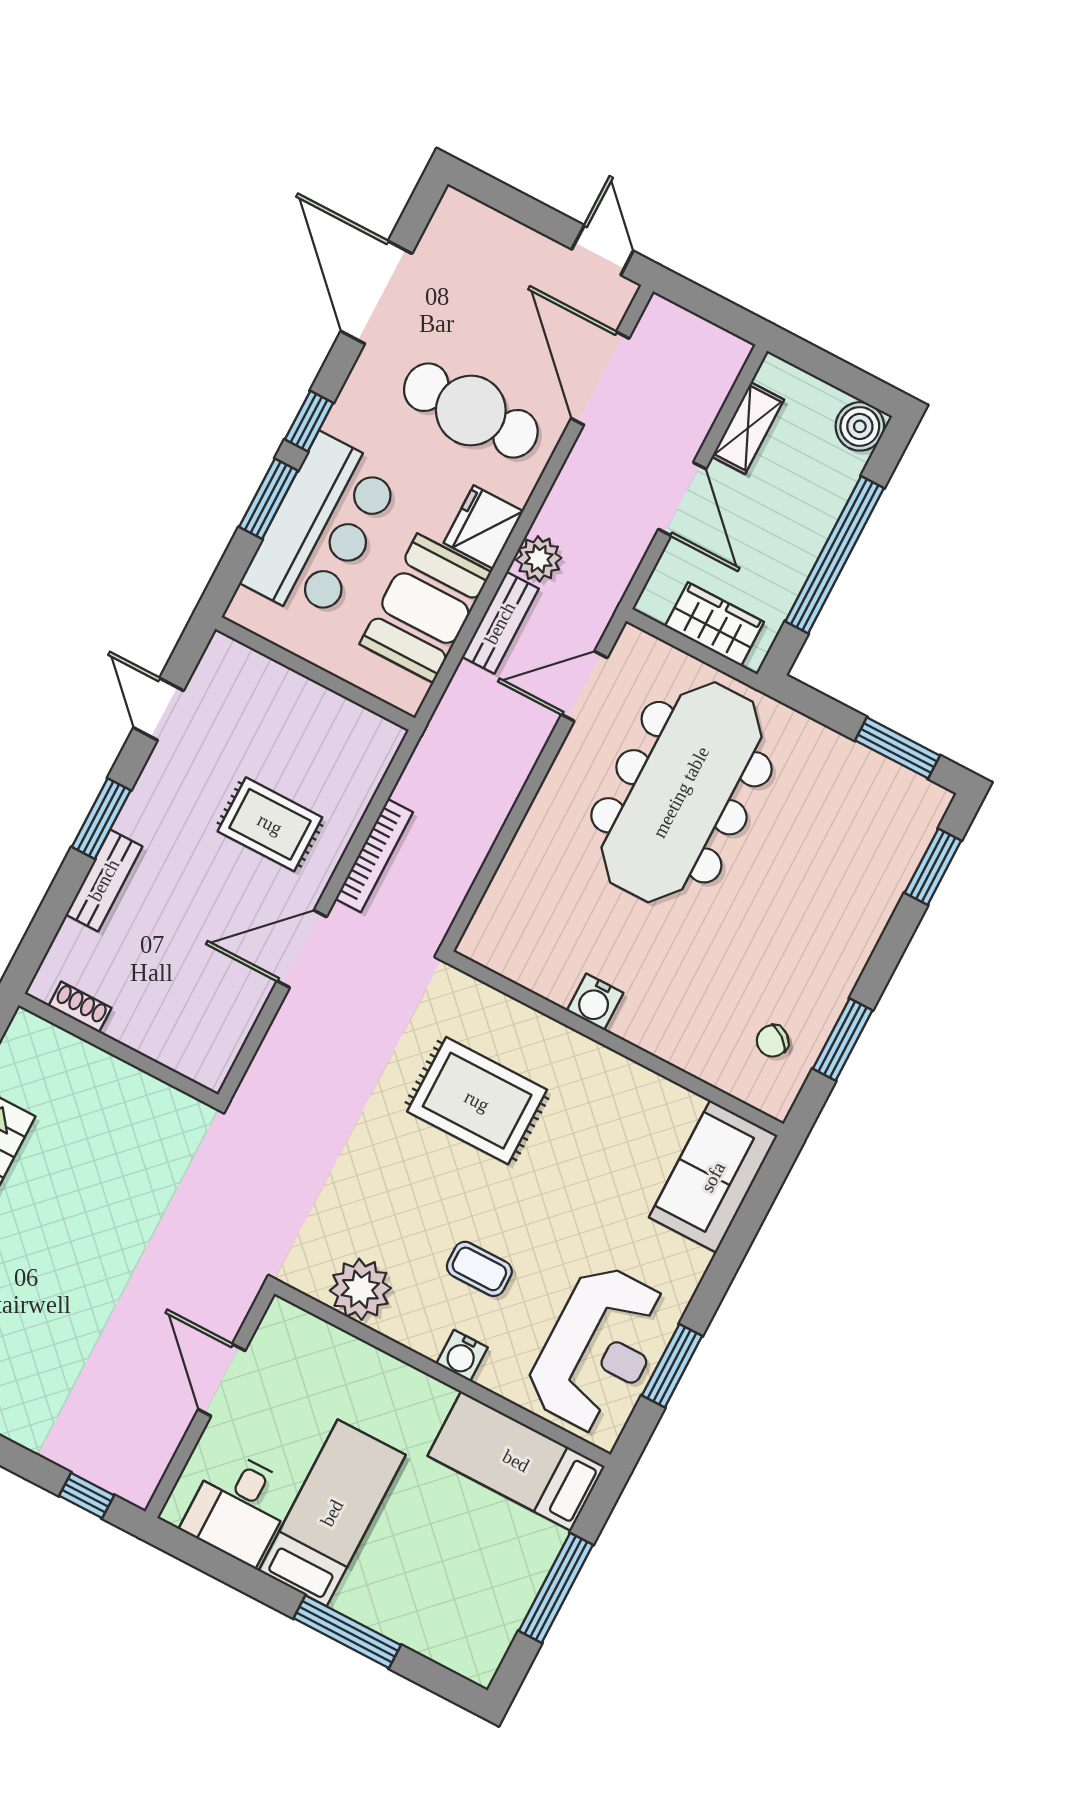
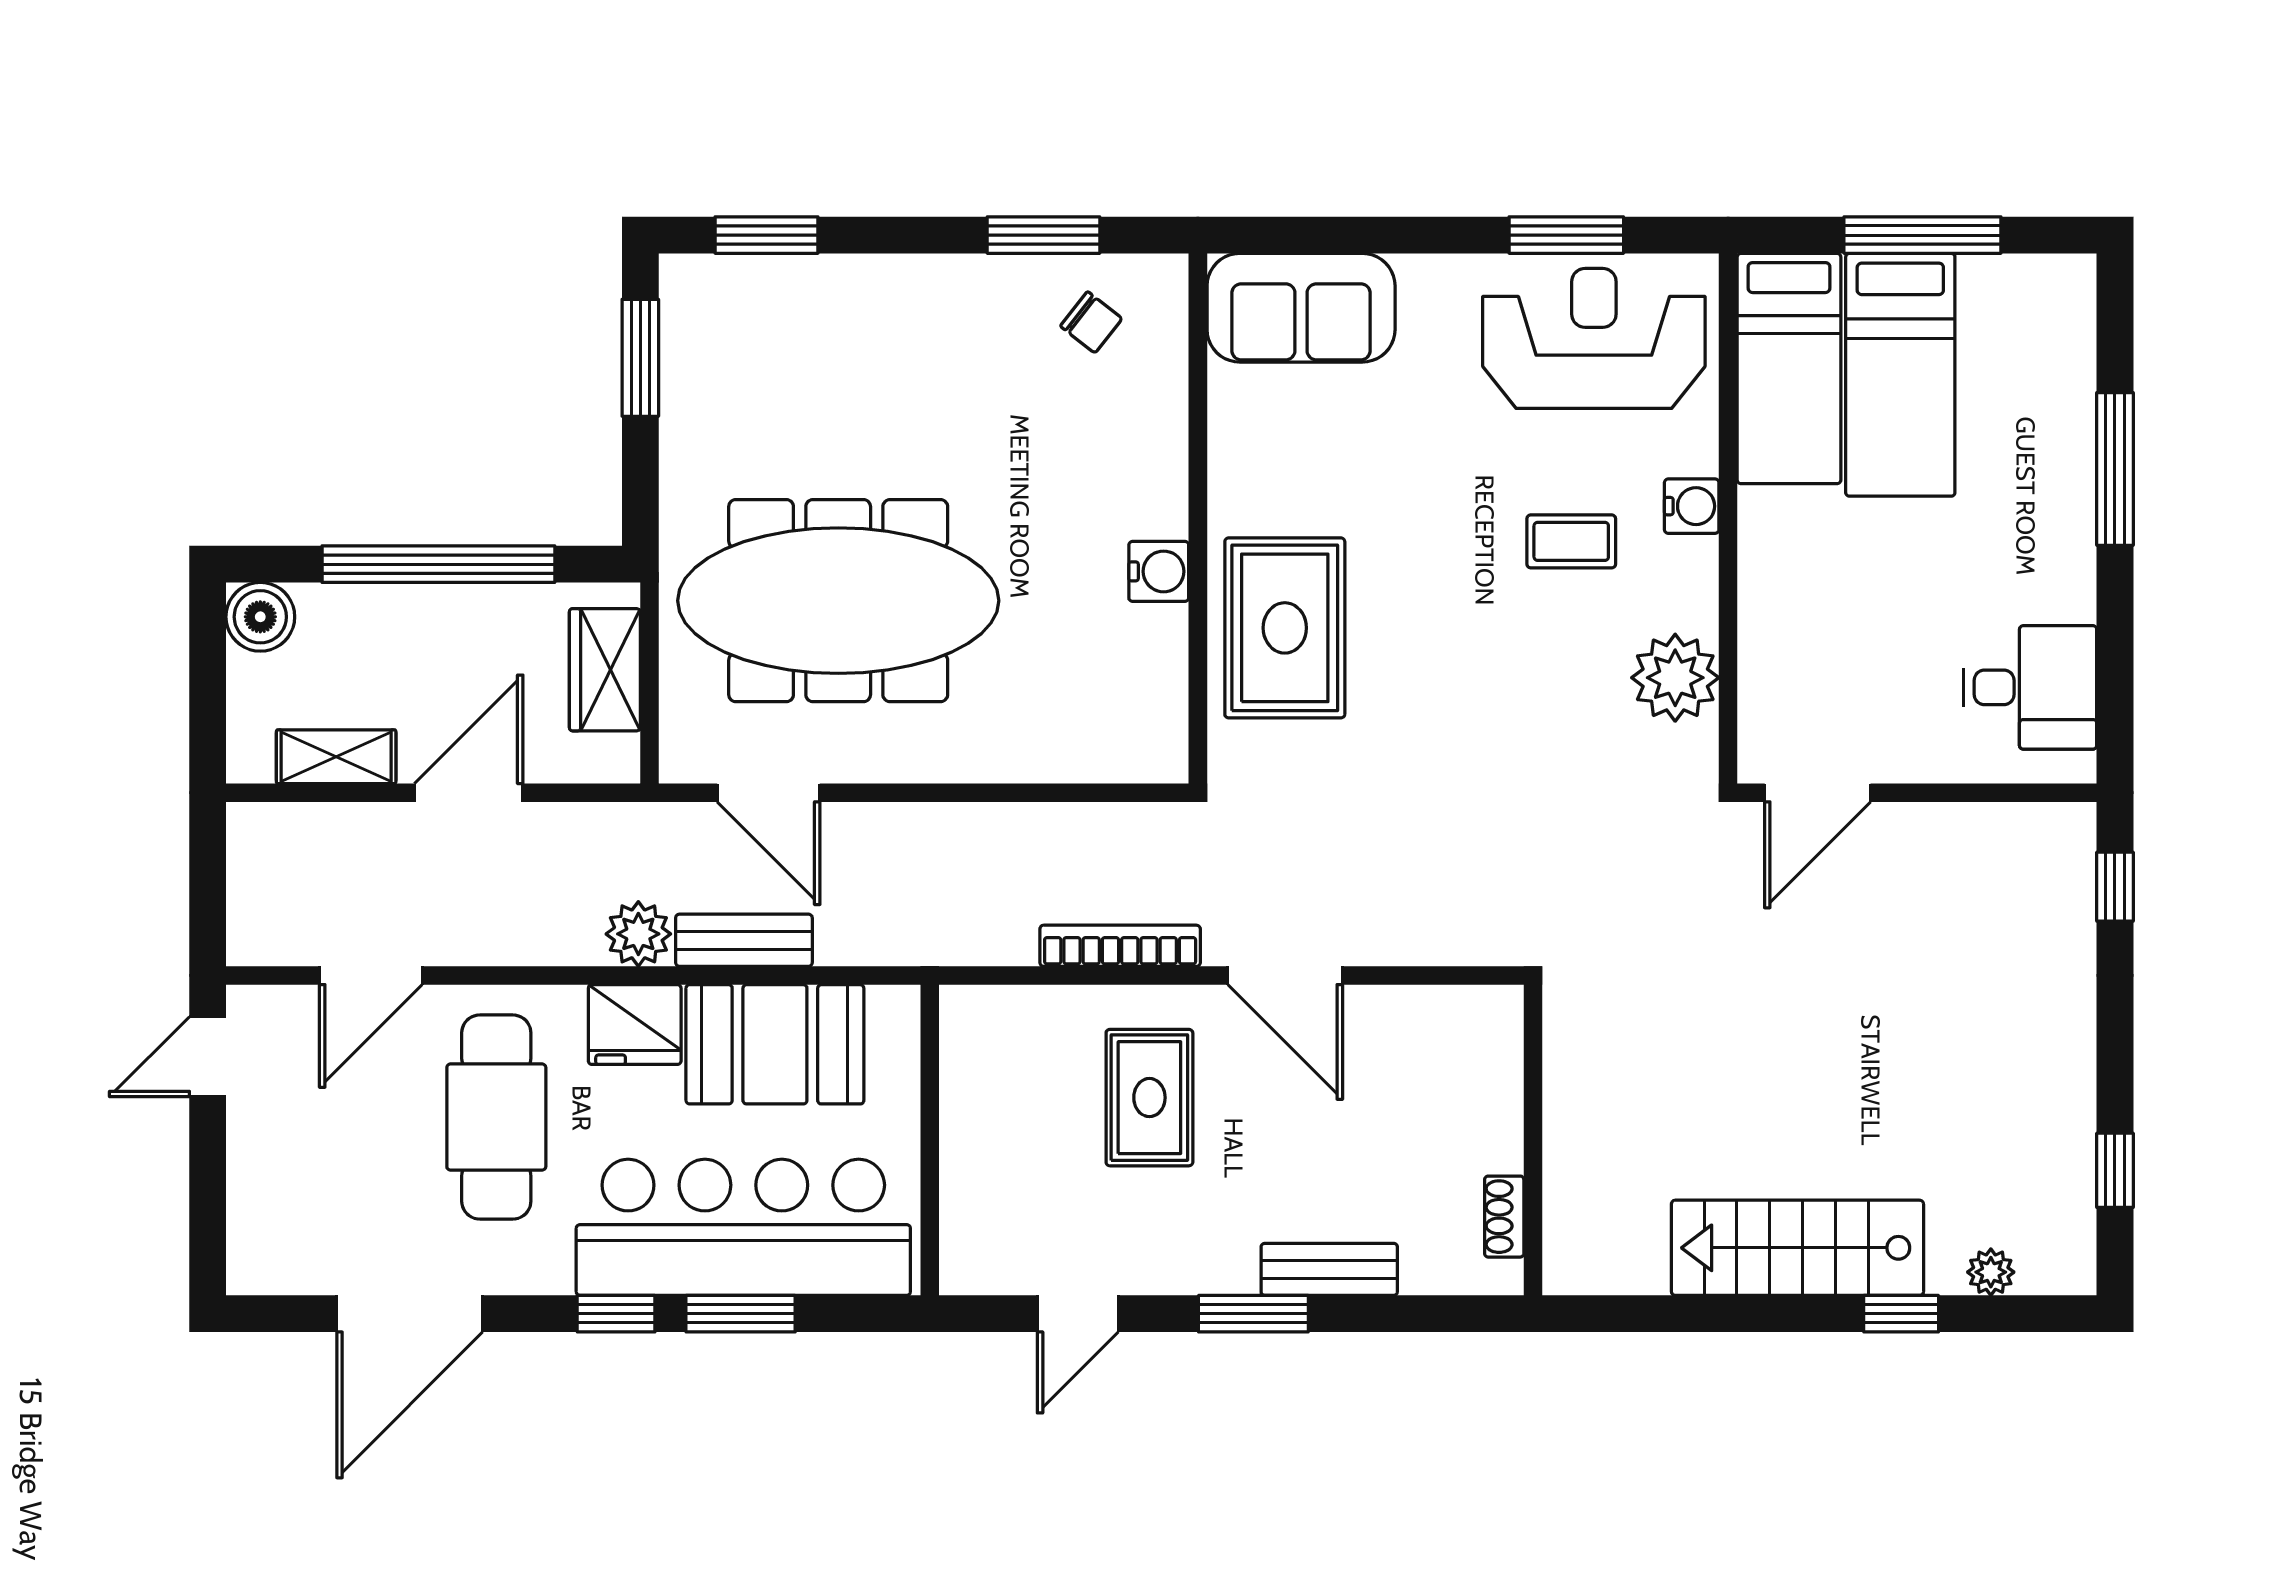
door: (600, 378) -> (371, 975), width x0.73
bar counter: (321, 529) -> (743, 1227), width x1.36
rug: (477, 1101) -> (1285, 628), moved
coffee table: (479, 1269) -> (1571, 541), turned 90
door: (222, 1380) -> (1818, 793), moved
bed: (332, 1513) -> (1900, 375), moved, turned -90

